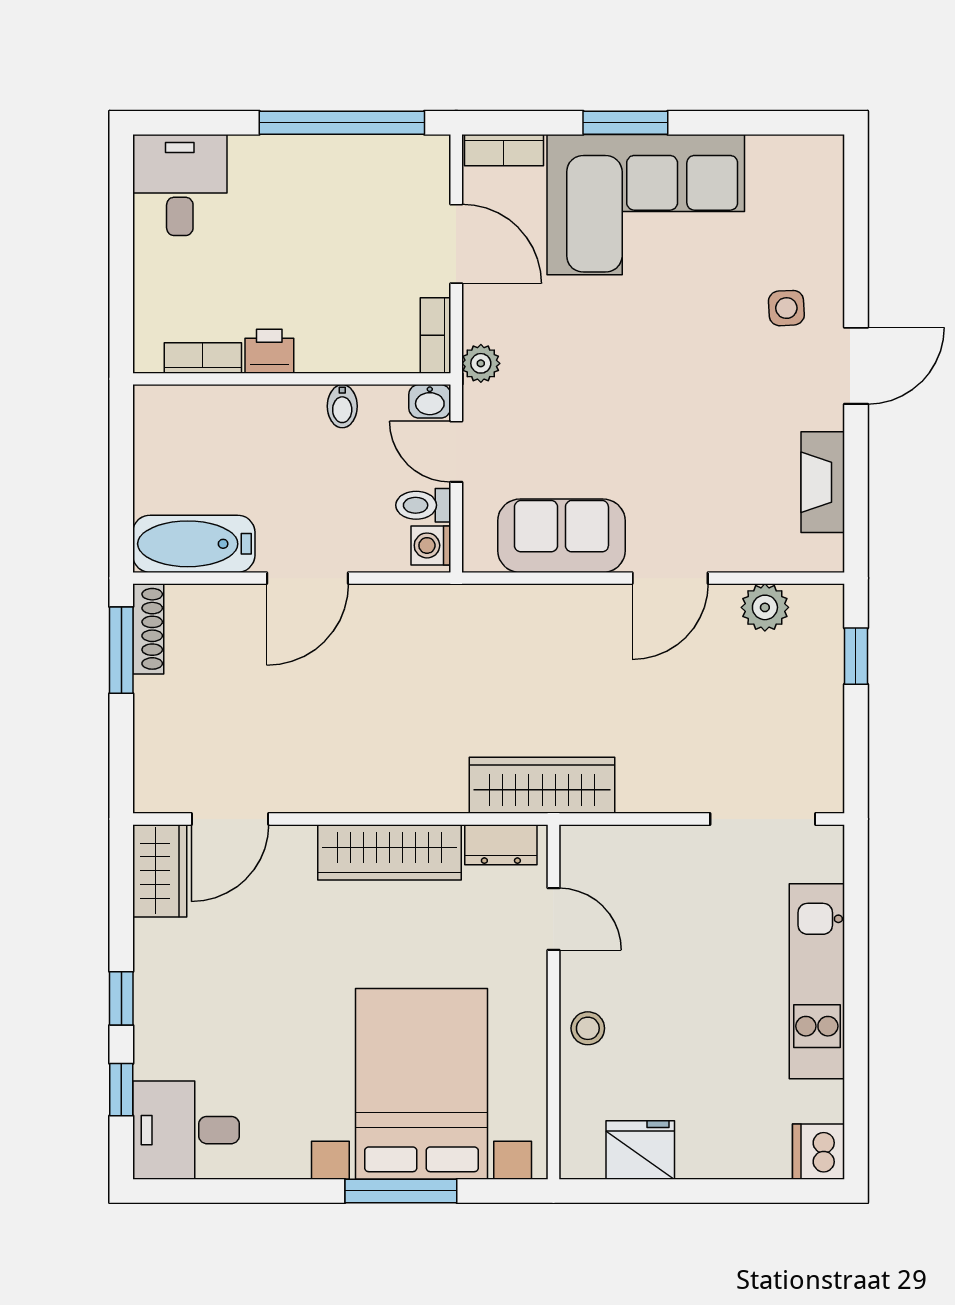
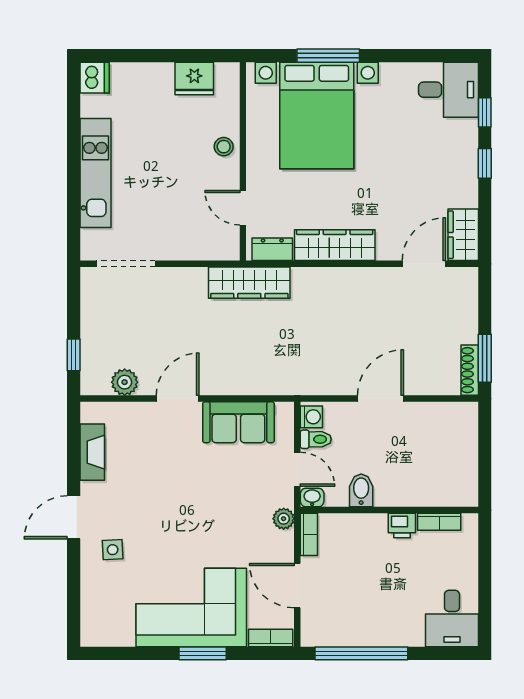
bidet: (342, 406) -> (361, 490), width x1.38, depth x1.36
bathtub: (194, 544) -> (444, 418), removed

